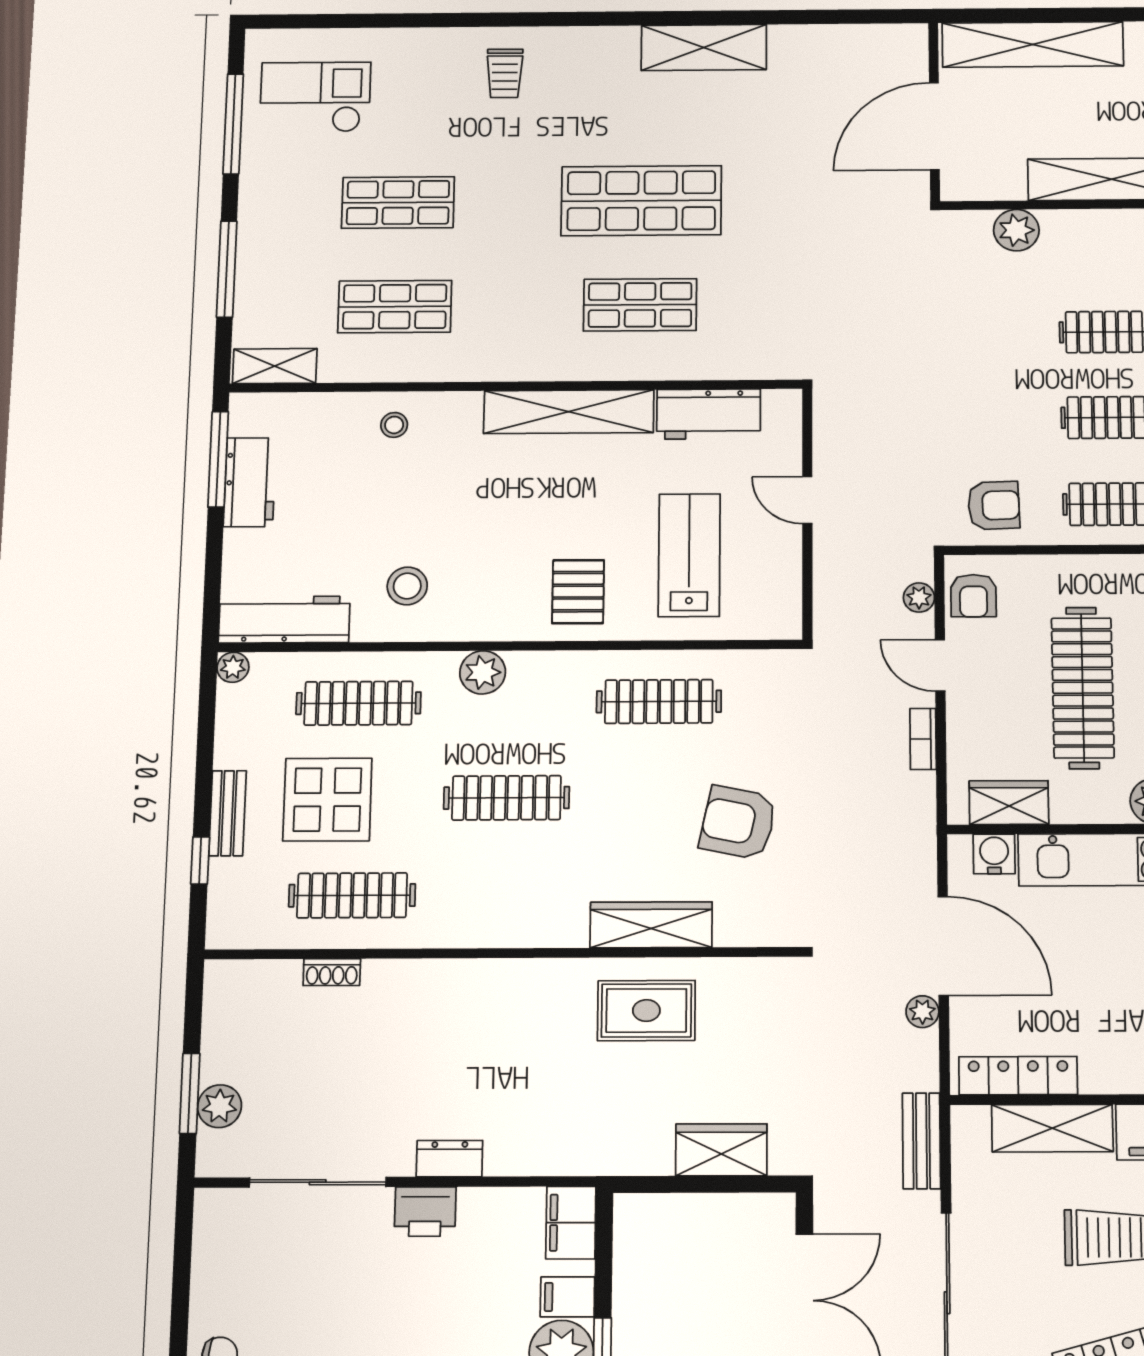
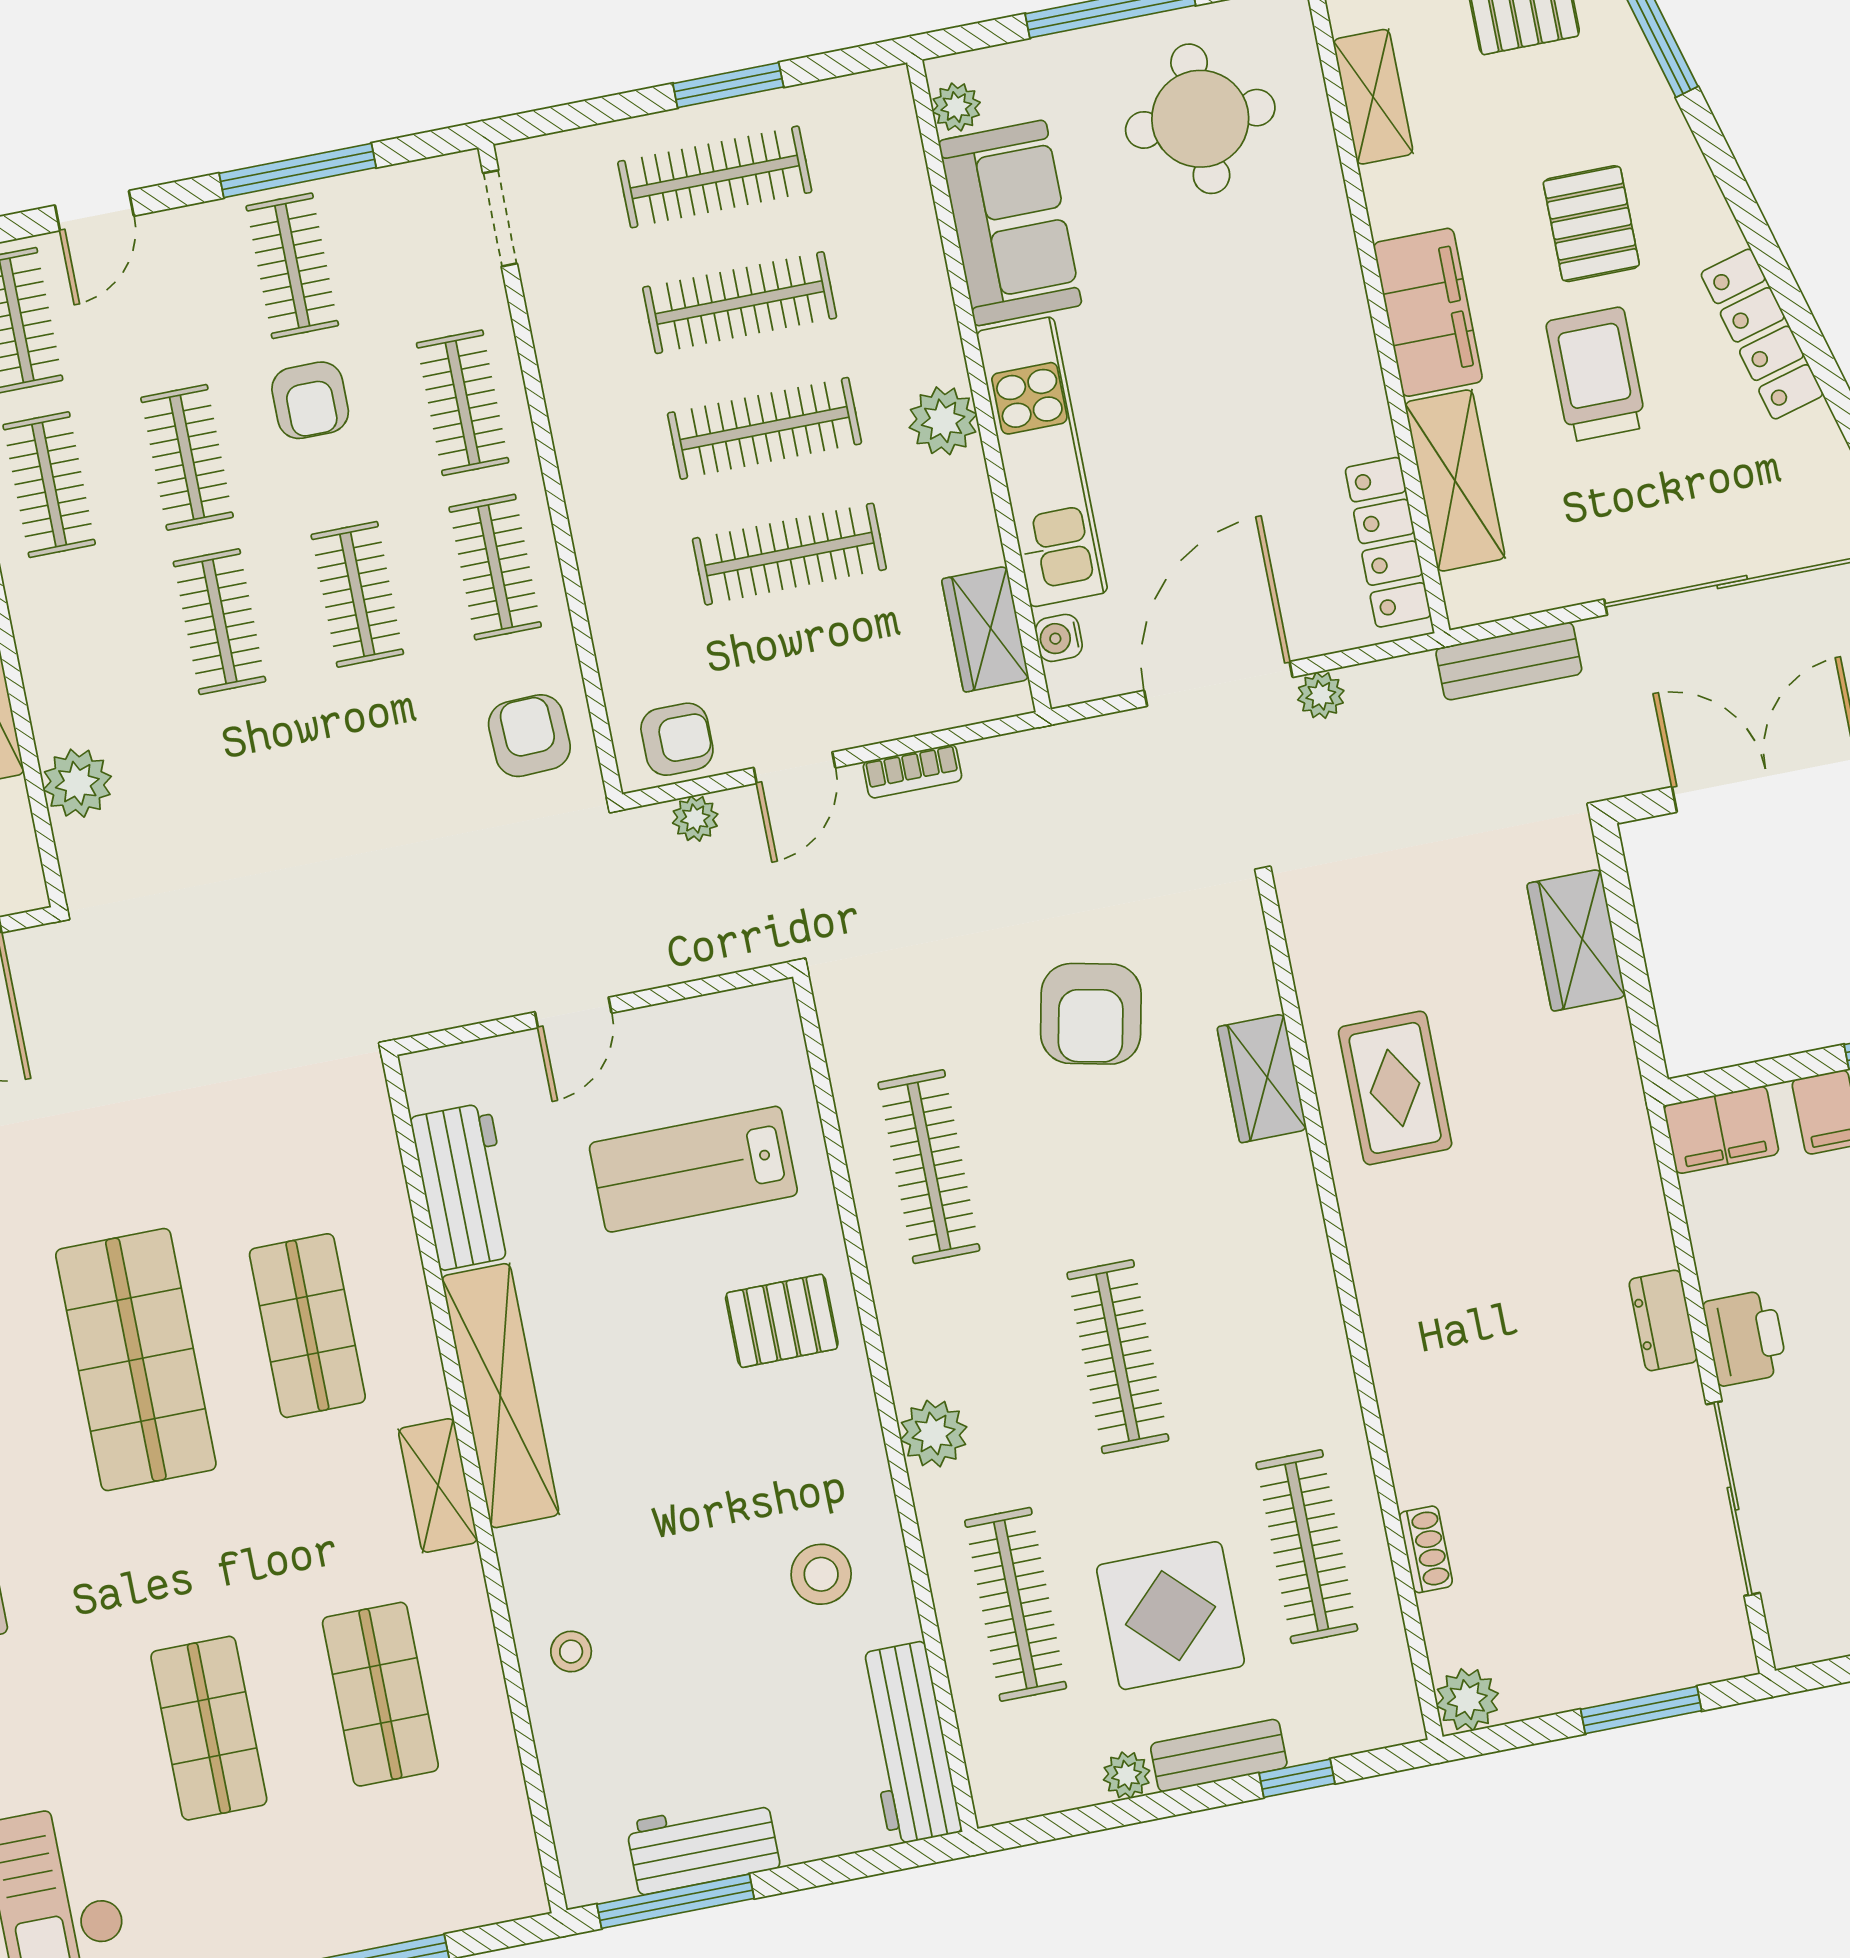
shelving: (275, 366) -> (438, 1485), moved
plant: (233, 667) -> (1127, 1775), moved
clothes rail: (1083, 688) -> (789, 554), width x0.73, depth x0.76
water cooler: (994, 854) -> (1059, 638), width x0.72, depth x0.72
wardrobe: (651, 925) -> (1262, 1078), width x0.67
plant: (220, 1106) -> (1467, 1700), moved

